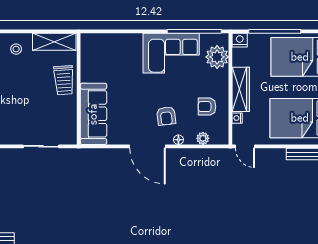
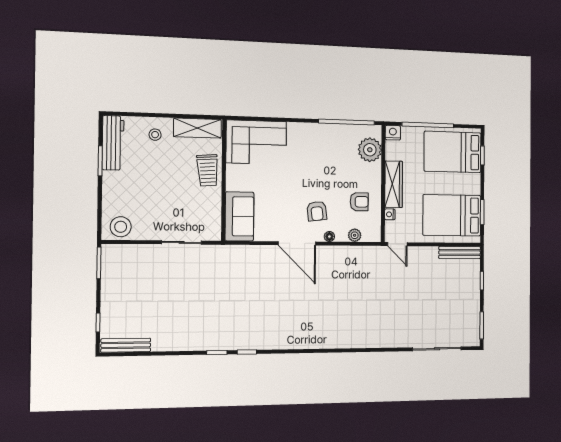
corner sofa: (171, 53) -> (256, 142), moved
armchair: (207, 107) -> (359, 202), turned 180
sofa: (93, 114) -> (239, 216), width x0.73

